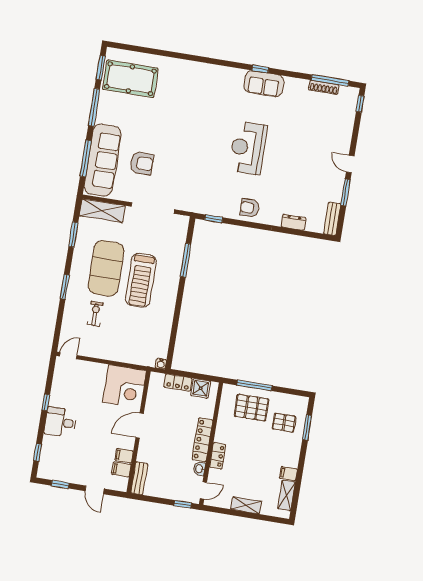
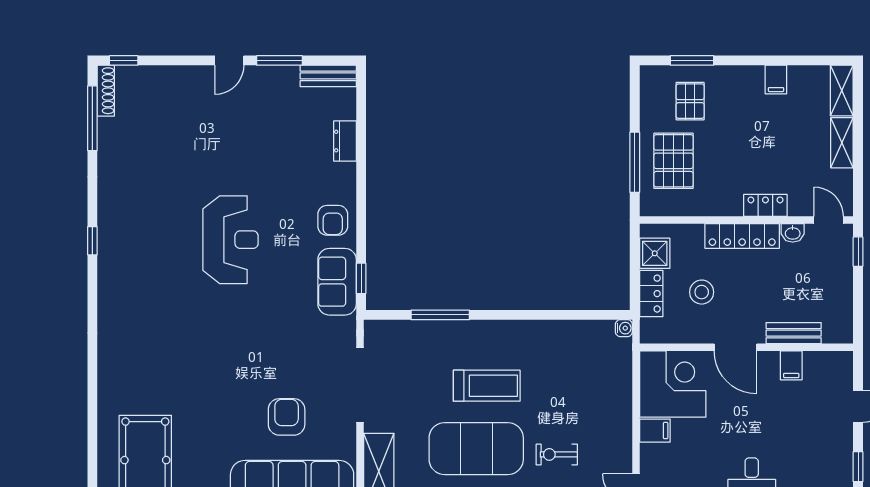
sofa: (264, 84) -> (337, 282), moved, turned 180
shoe rack: (324, 87) -> (106, 91), moved
reception desk: (248, 148) -> (231, 240), turned -90
treadmill: (141, 280) -> (487, 386), width x0.73, depth x0.73
stool: (174, 411) -> (702, 292), added
filing cabinet: (121, 469) -> (655, 431), moved, turned -90
bench: (139, 478) -> (794, 333), moved
shelving: (286, 495) -> (842, 91), moved, turned 90

